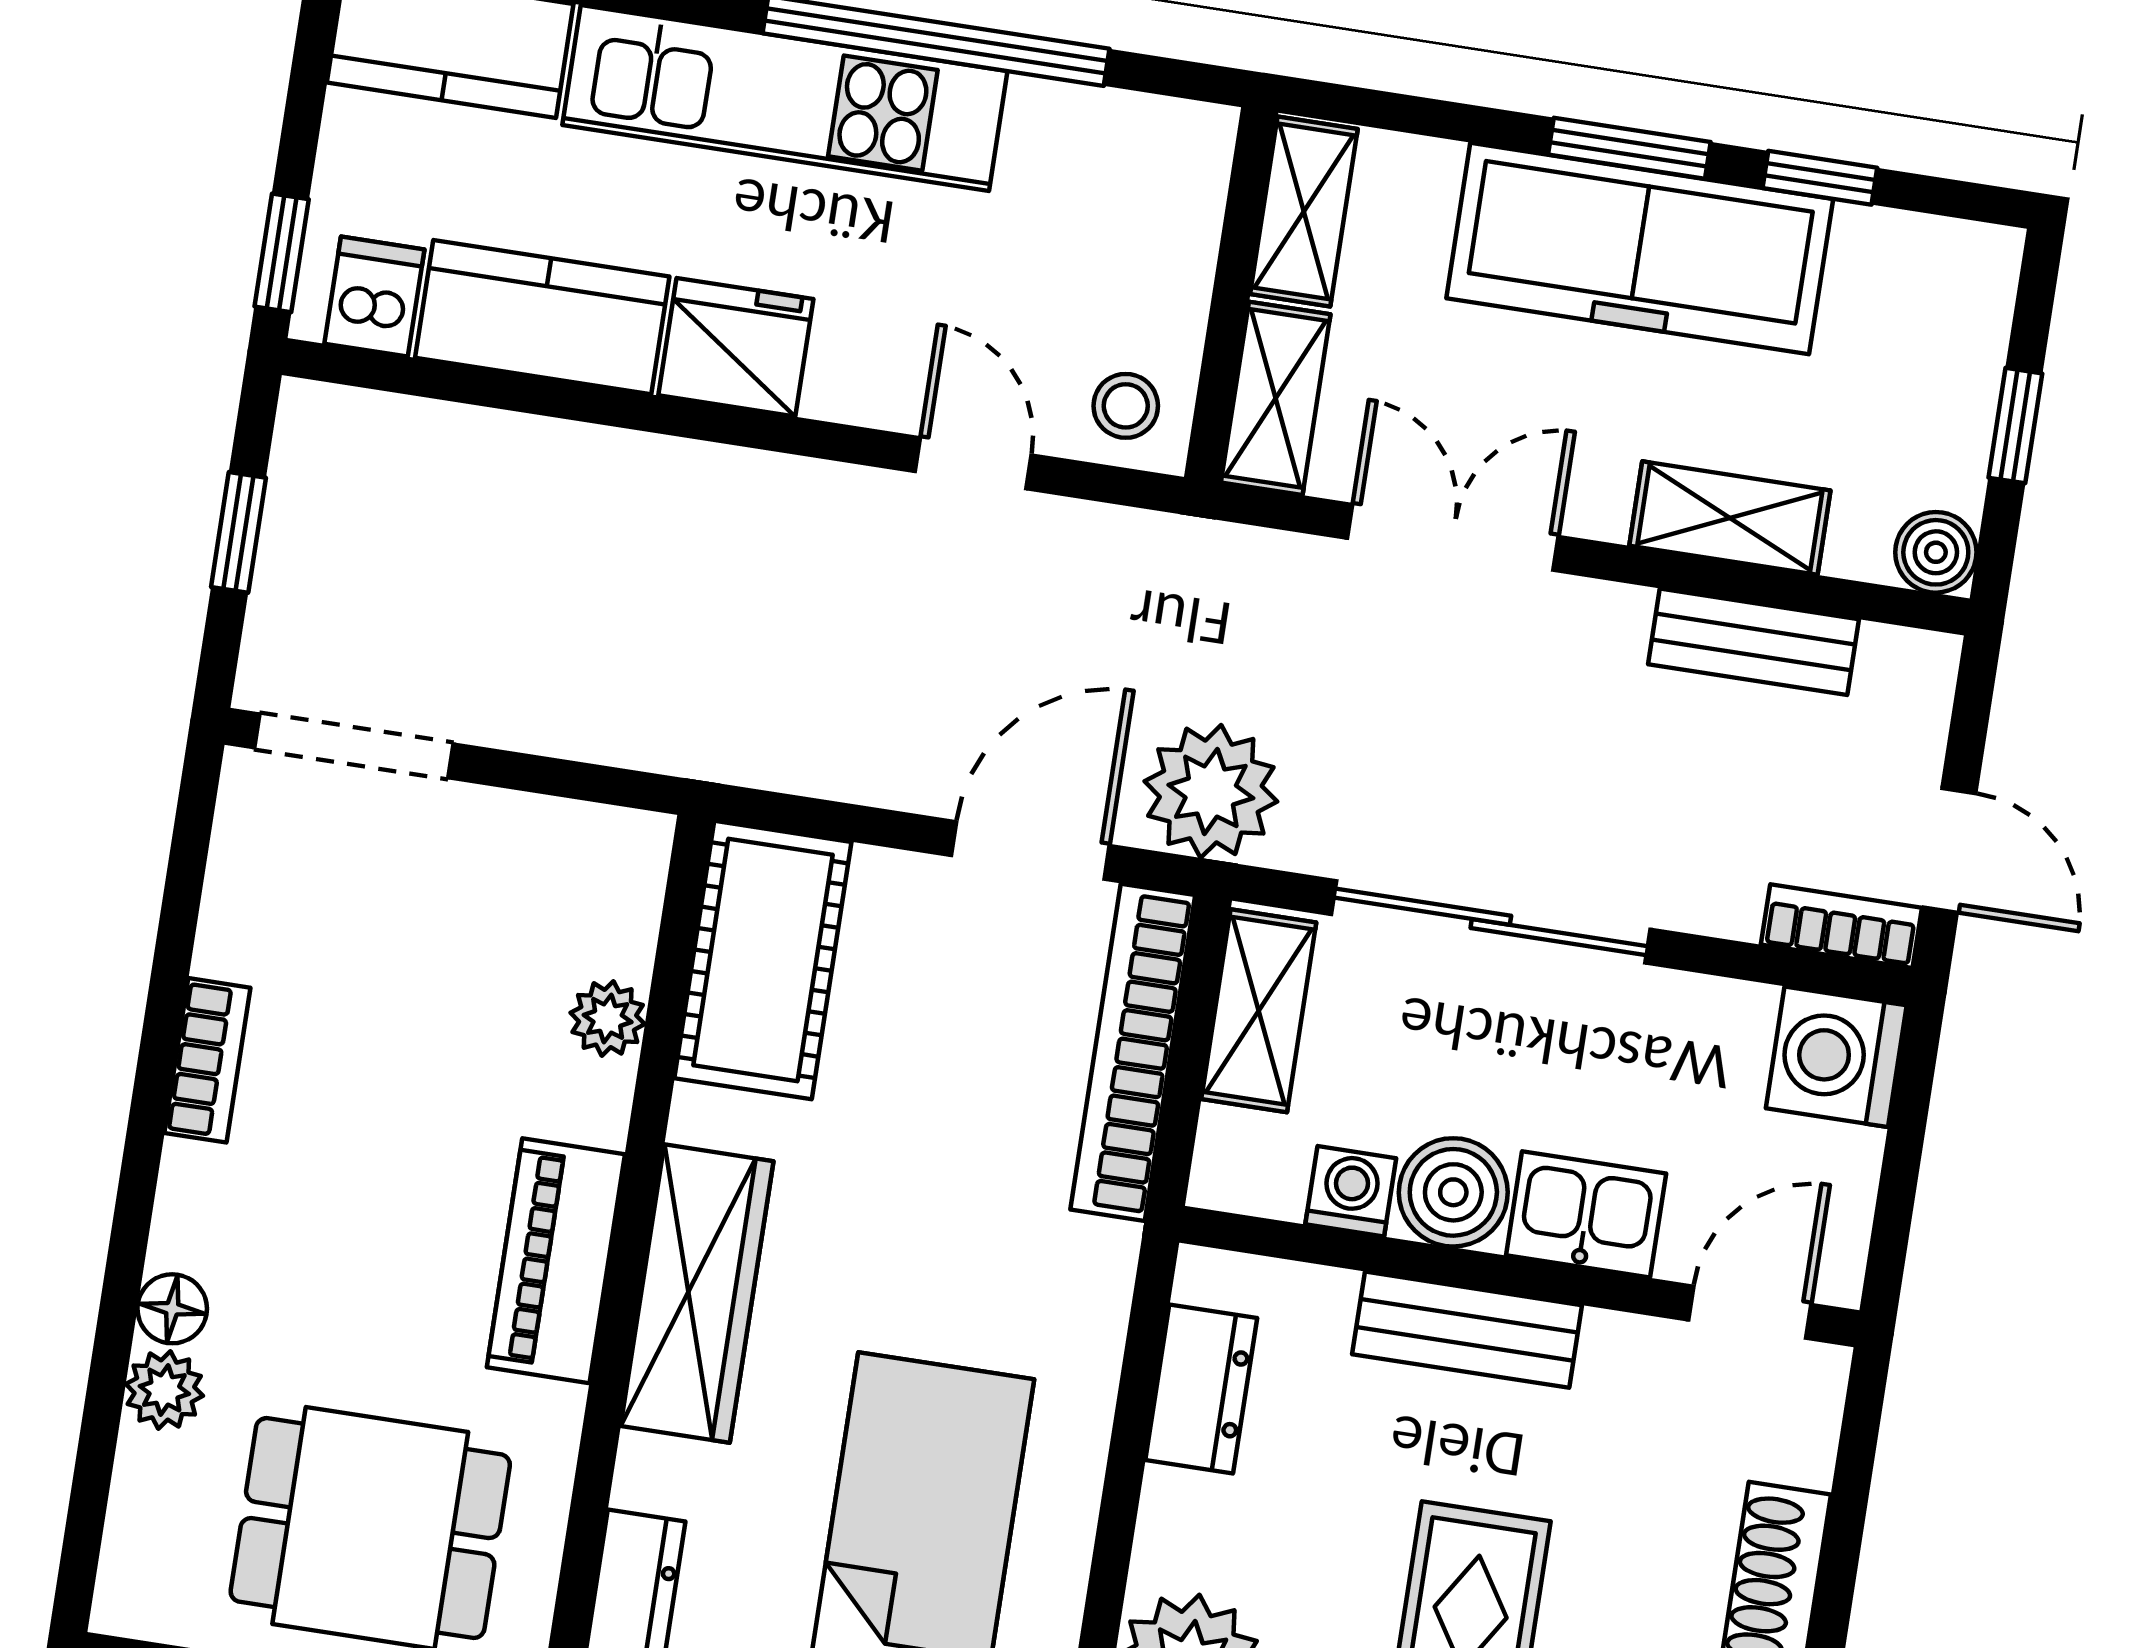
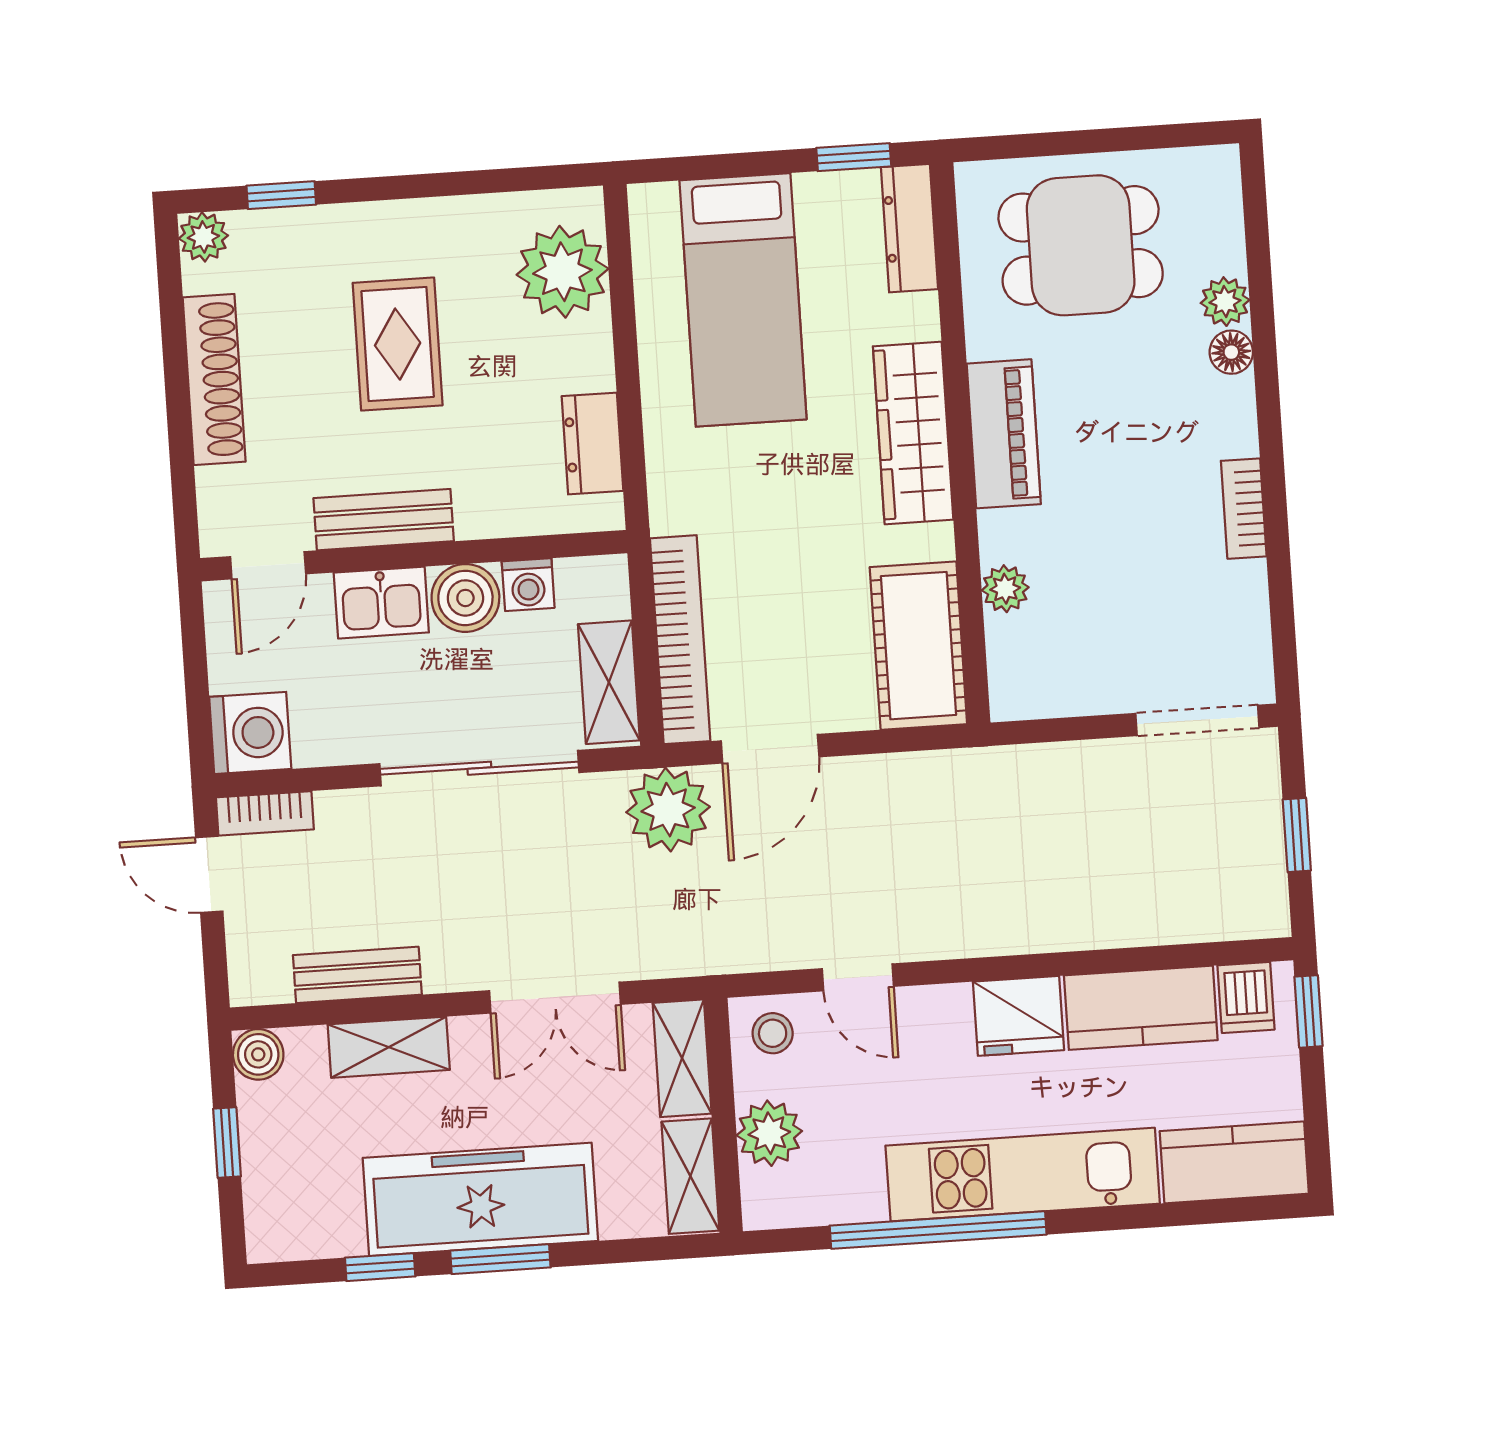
plant: (1166, 251) -> (769, 1133), added
bench: (1467, 1330) -> (384, 520), moved

